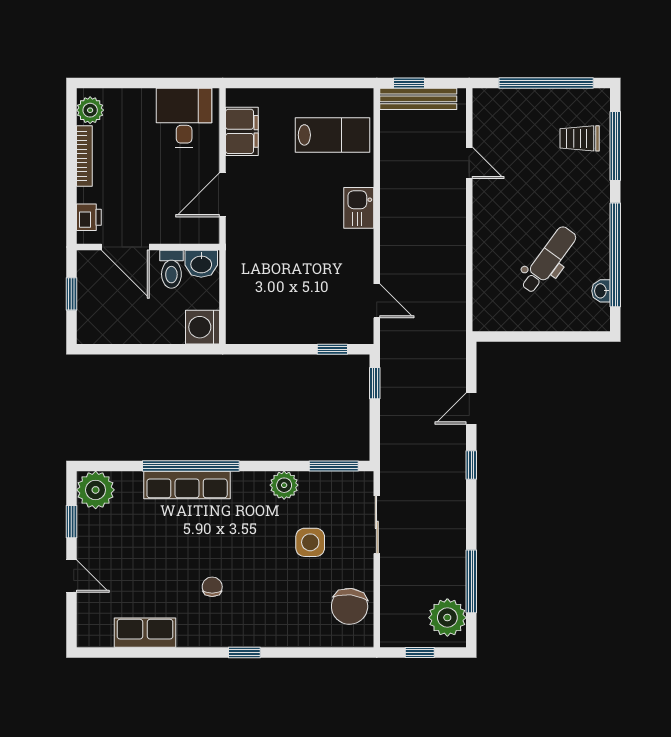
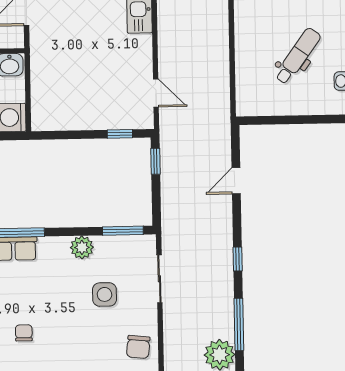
window: (471, 465) -> (238, 259), moved
chair: (350, 606) -> (138, 347), width x0.73, depth x0.73

